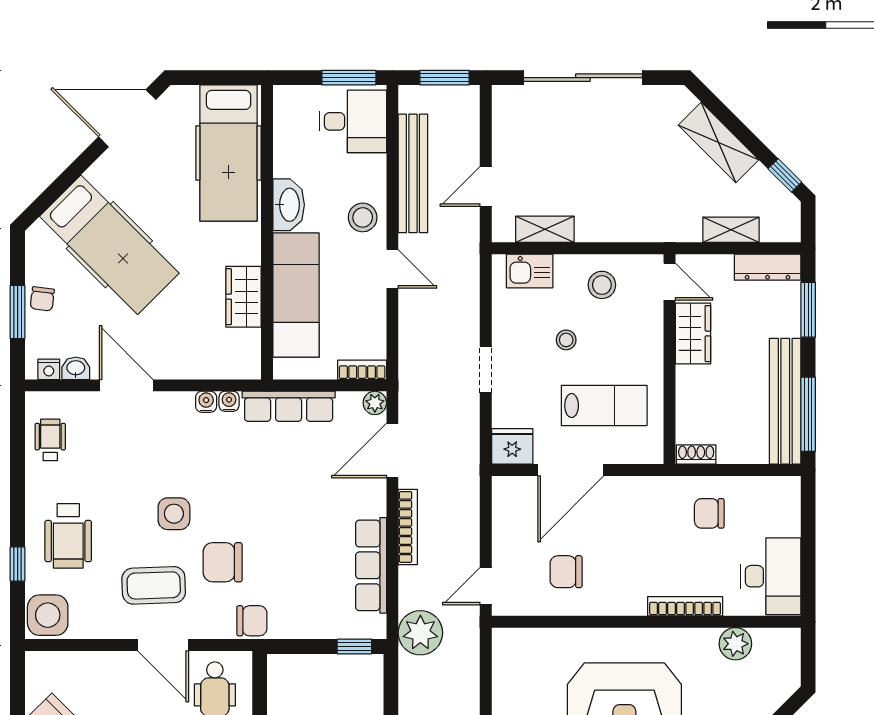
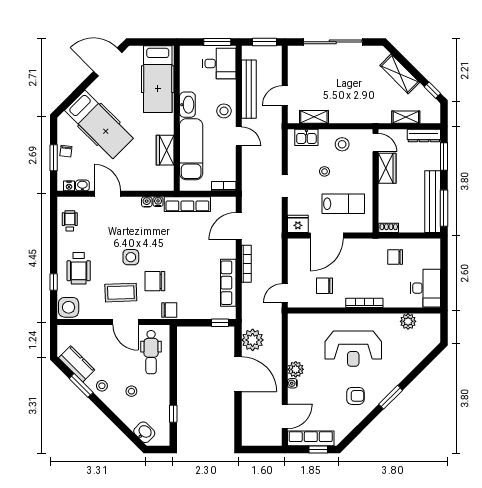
plant: (375, 403) -> (230, 203), removed
bookcase: (685, 606) -> (364, 303), moved
plant: (420, 633) -> (253, 340), moved

